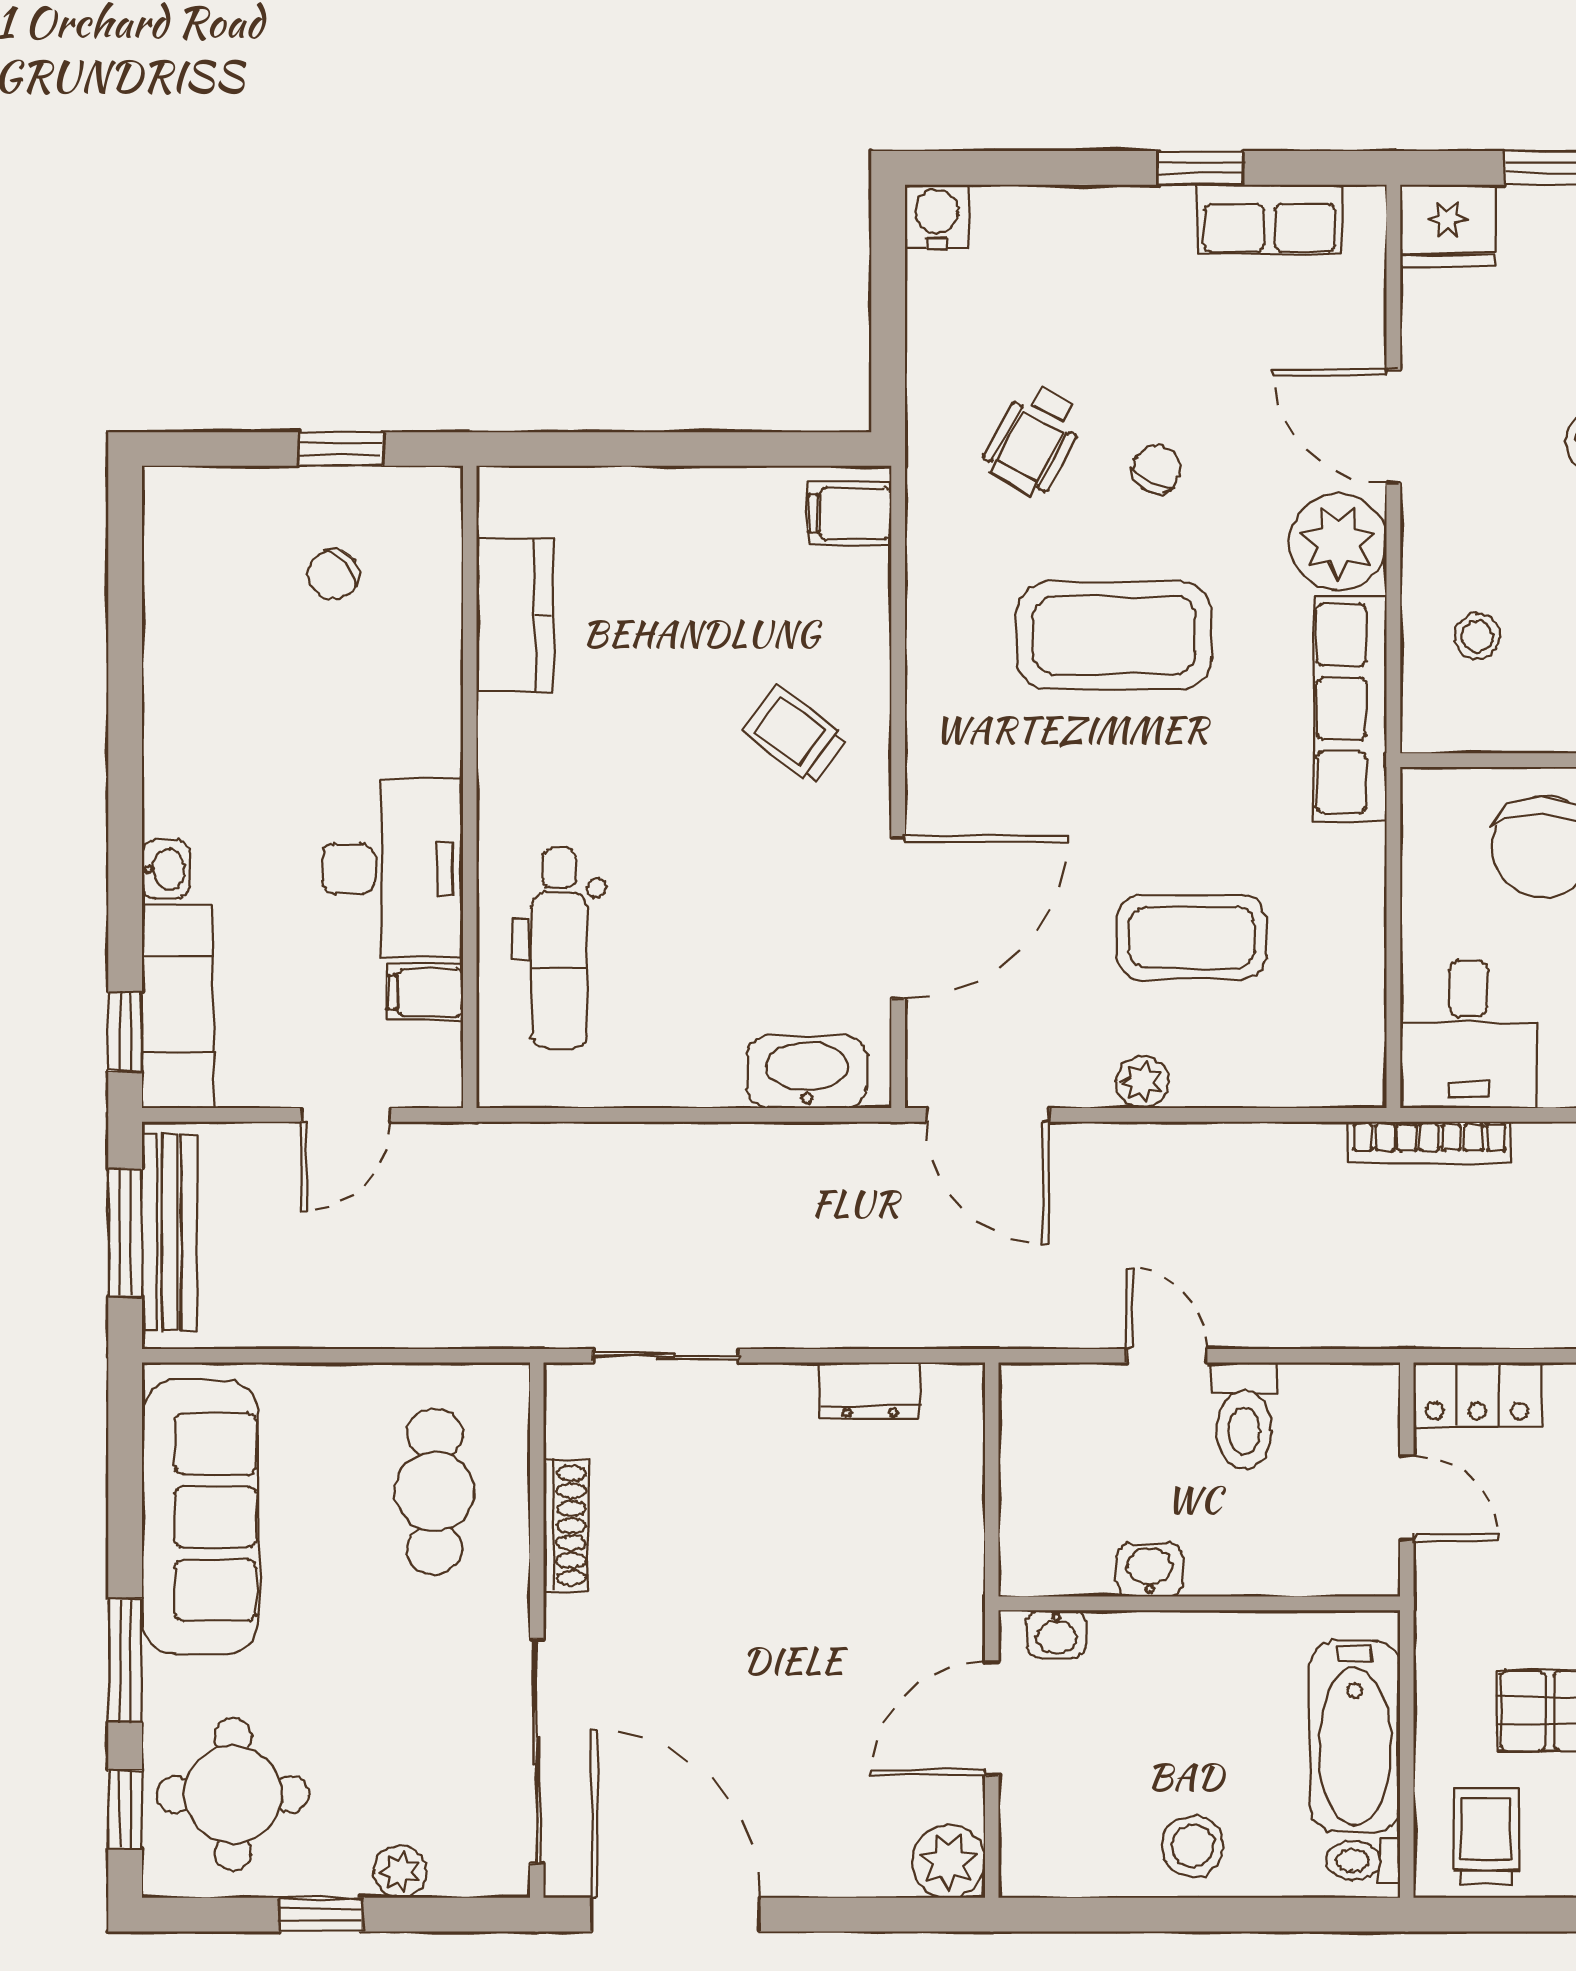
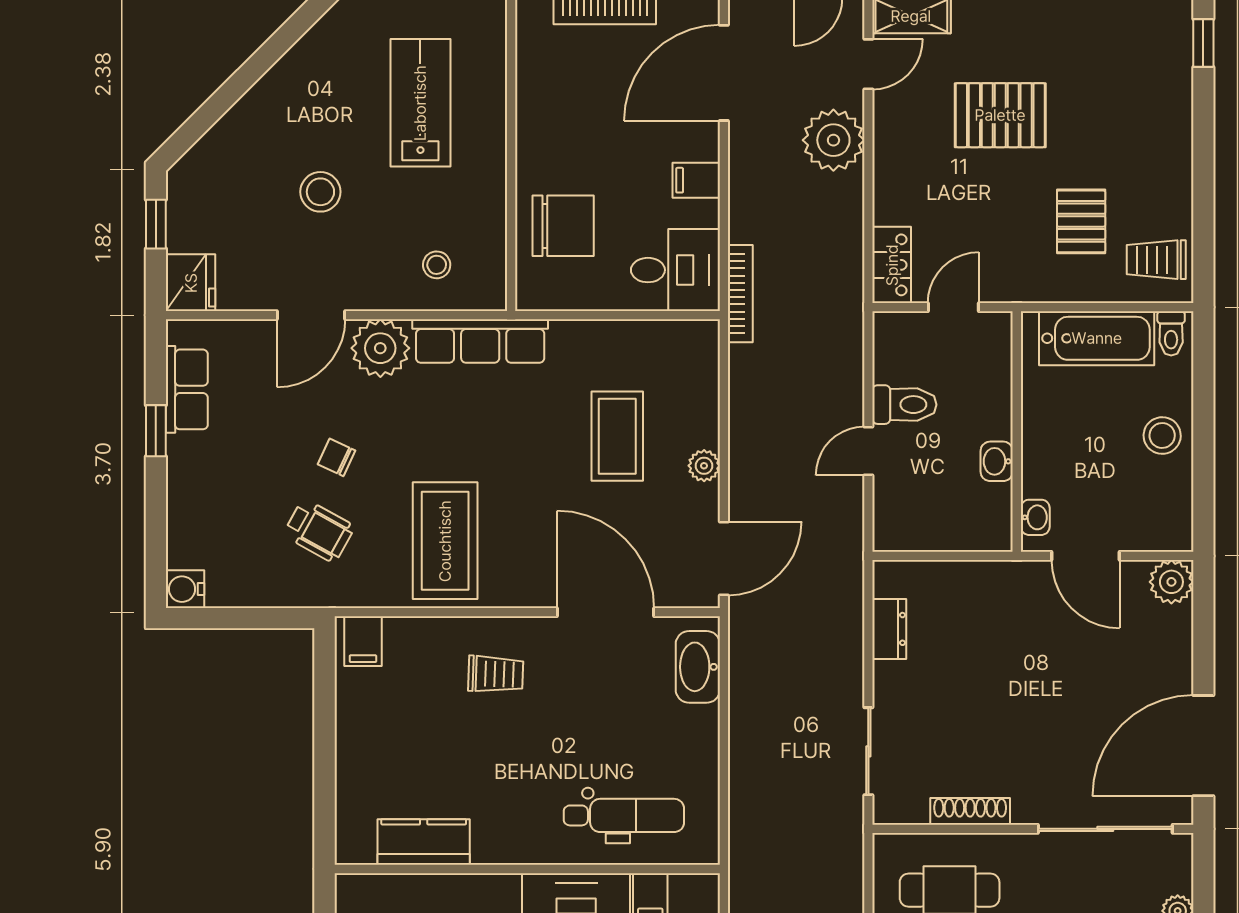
coffee table: (1114, 635) -> (445, 541), moved
trolley: (795, 735) -> (496, 674), turned -125

